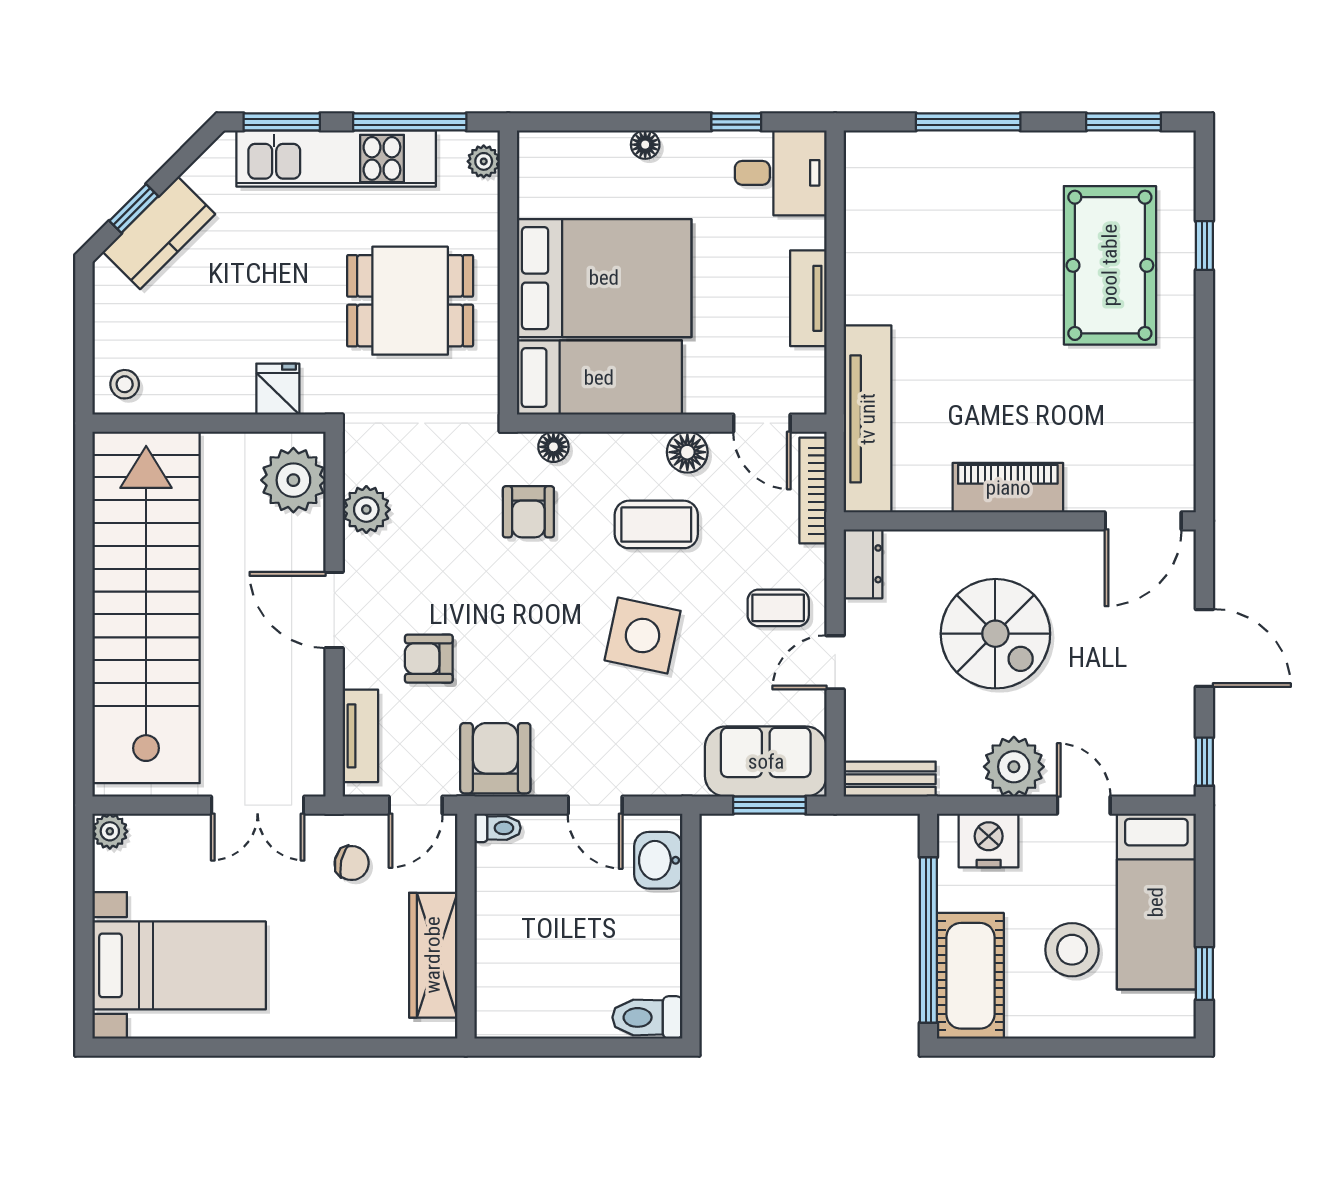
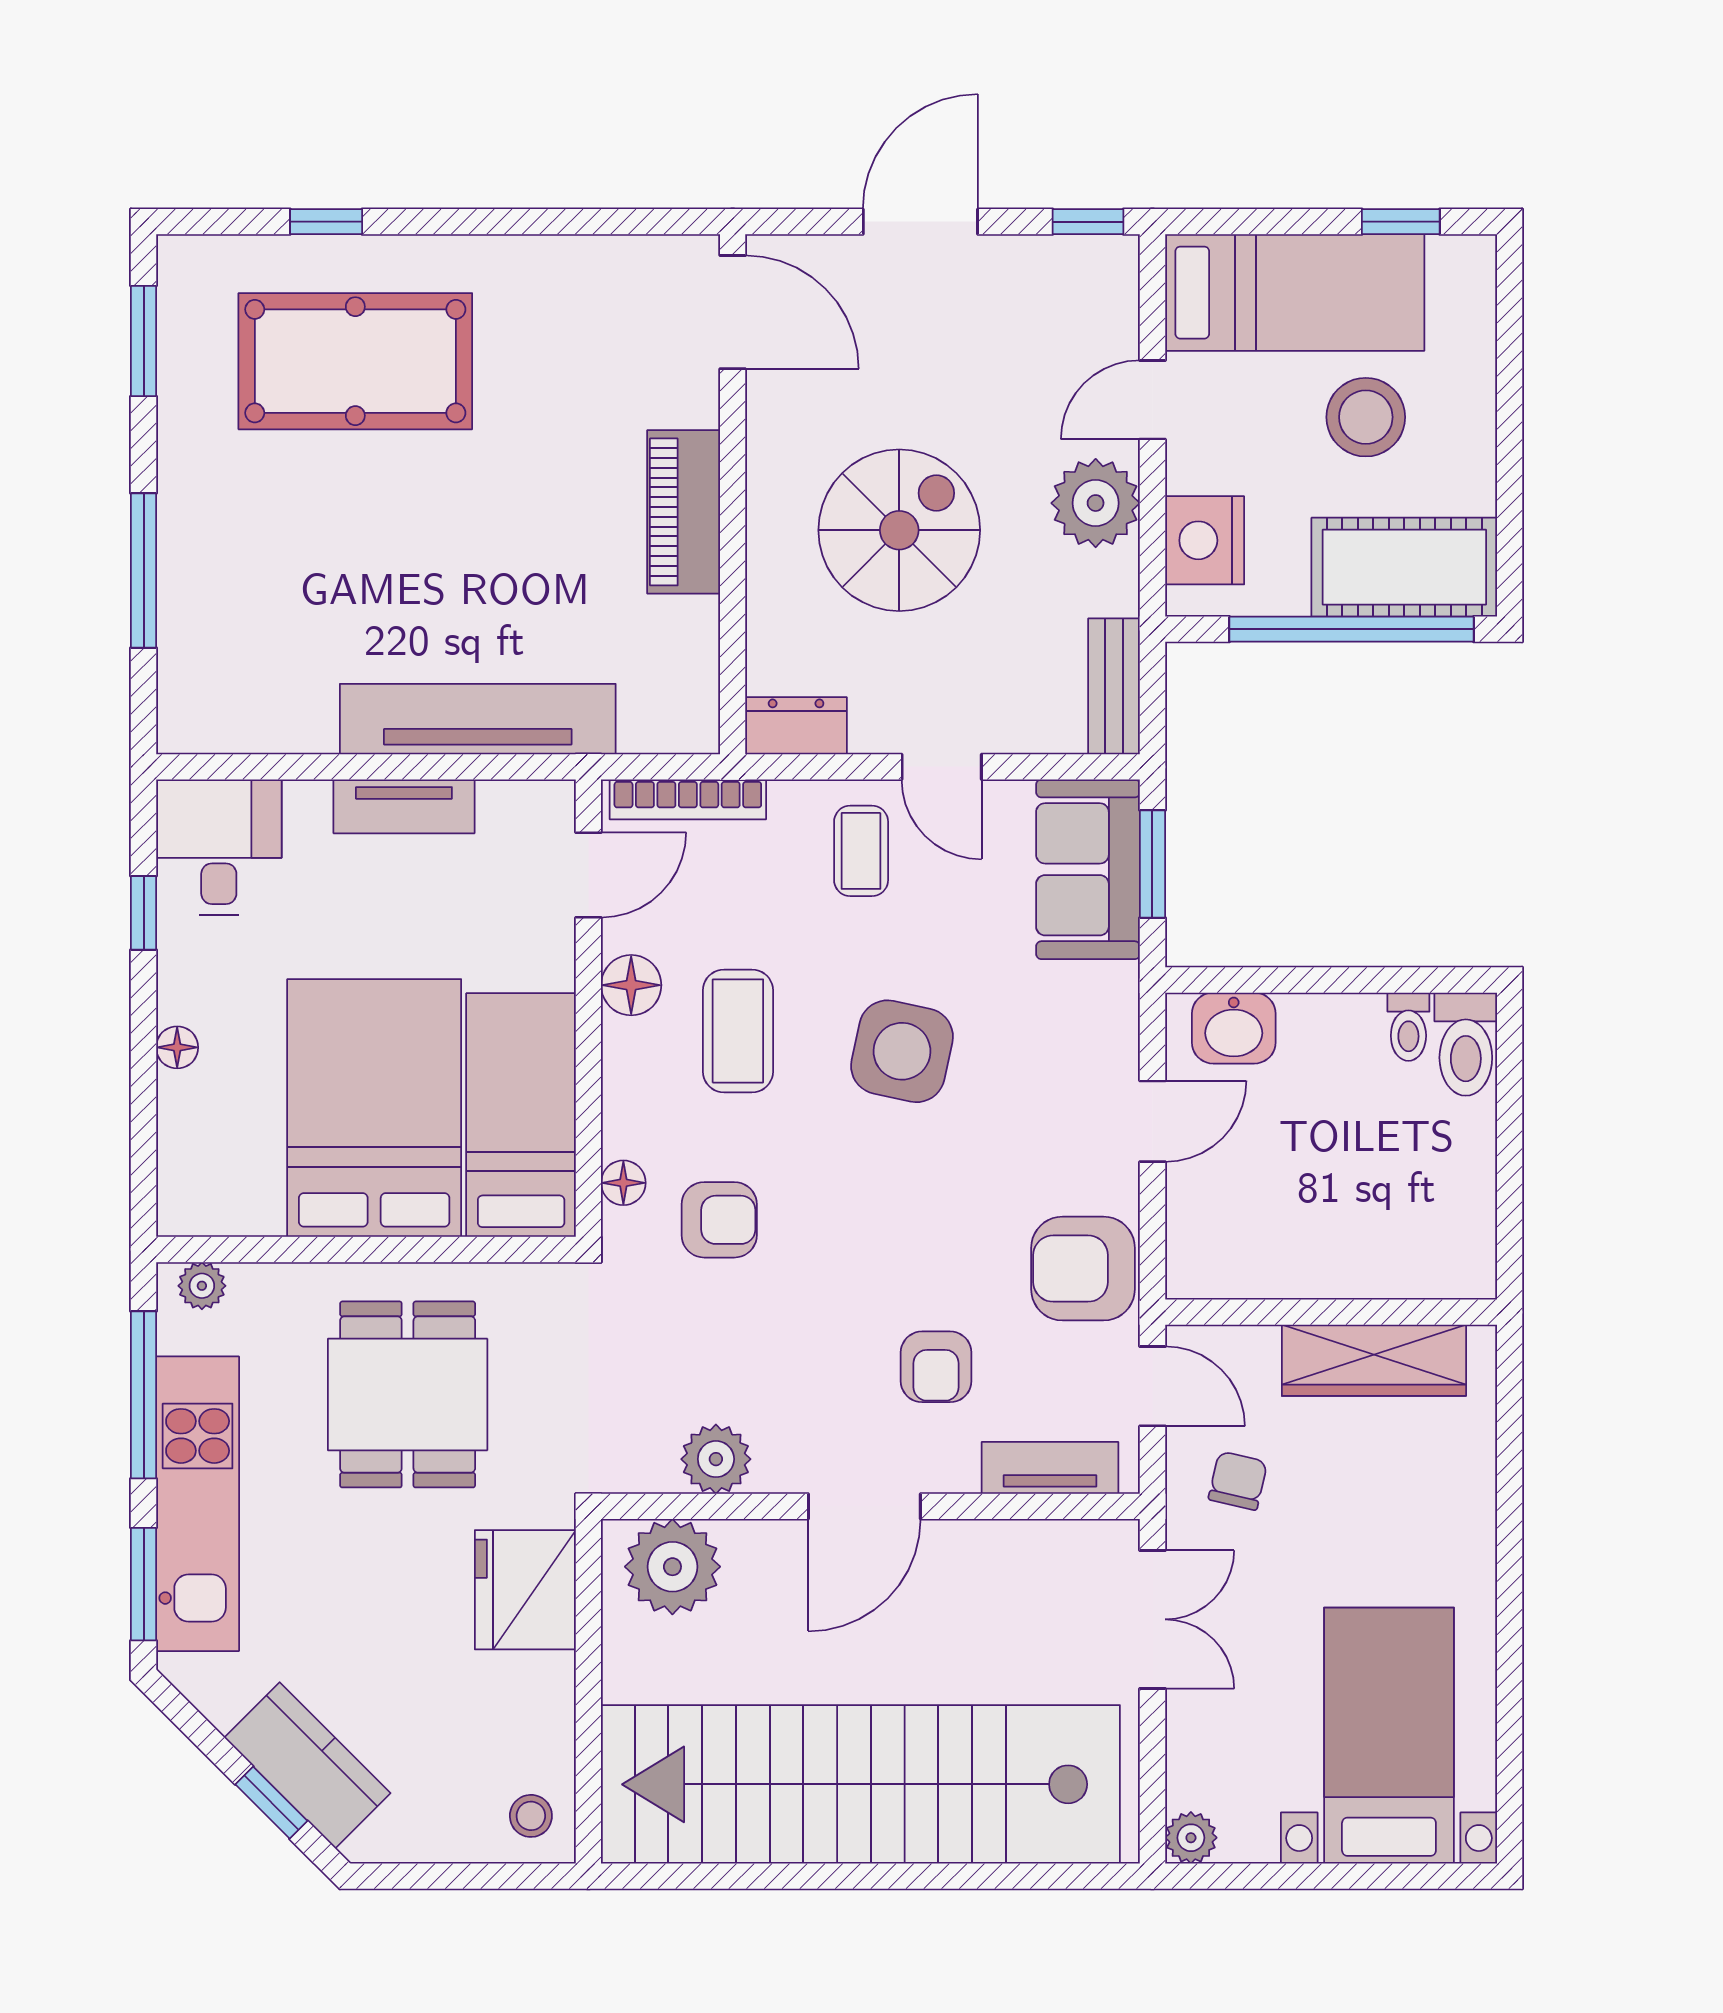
fridge: (278, 389) -> (525, 1590), width x1.88, depth x1.34
tv unit: (868, 419) -> (478, 719), moved
toilet: (497, 828) -> (1408, 1027), moved, turned 180

